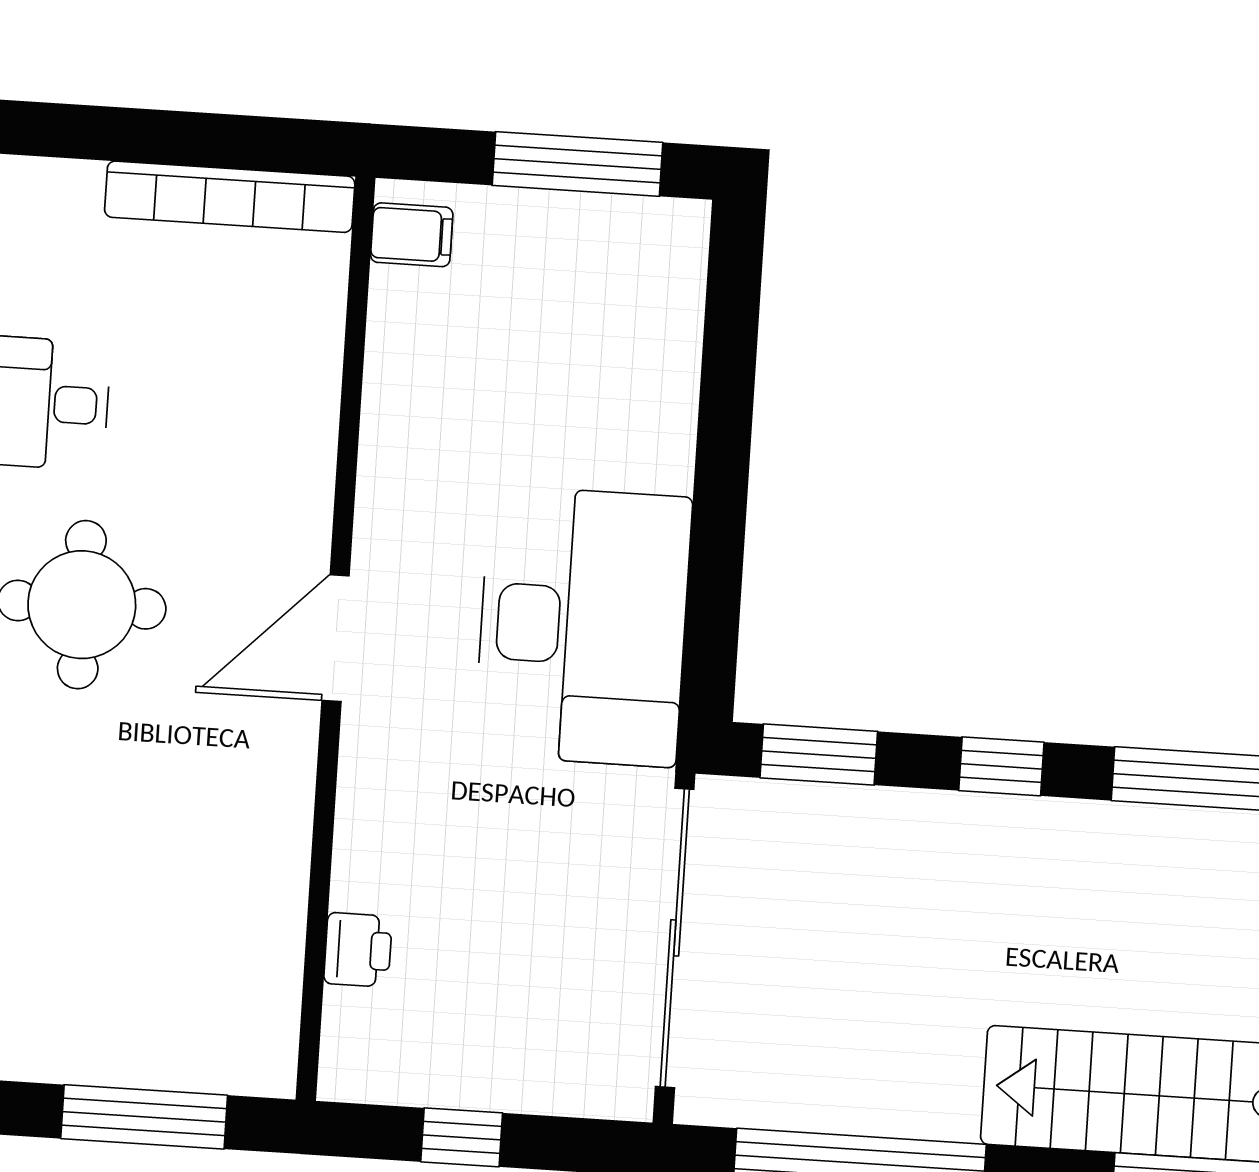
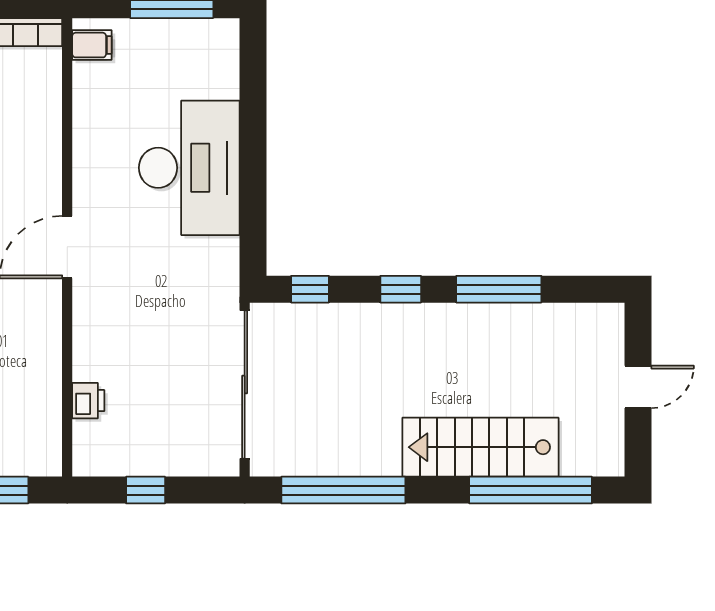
desk: (583, 626) -> (189, 168), moved
window: (819, 755) -> (310, 289), width x0.67

